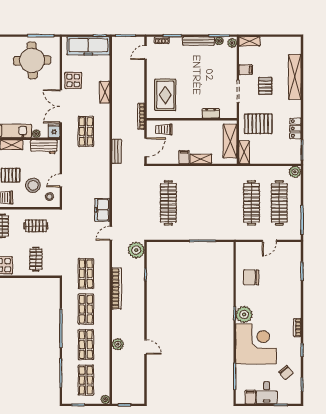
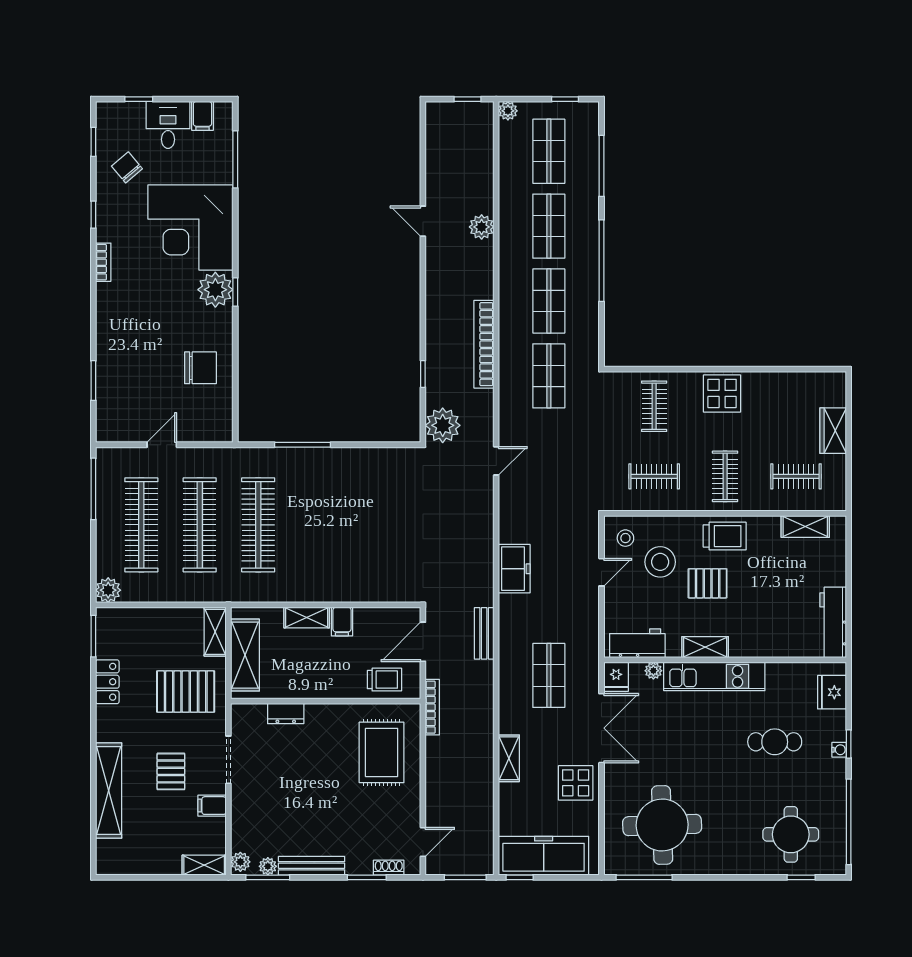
clothes rail: (168, 203) -> (258, 525), moved
freezer: (102, 210) -> (514, 569), moved

